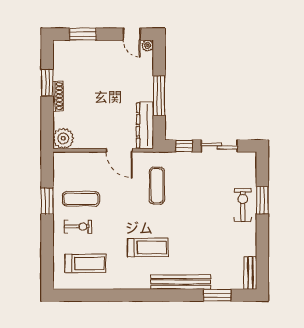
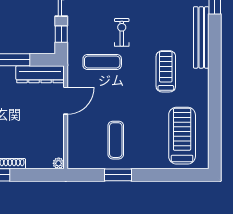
plant: (63, 138) -> (59, 163), width x0.53, depth x0.53
exercise bike: (78, 227) -> (122, 32), moved
treadmill: (85, 263) -> (182, 136), width x1.37, depth x1.38

